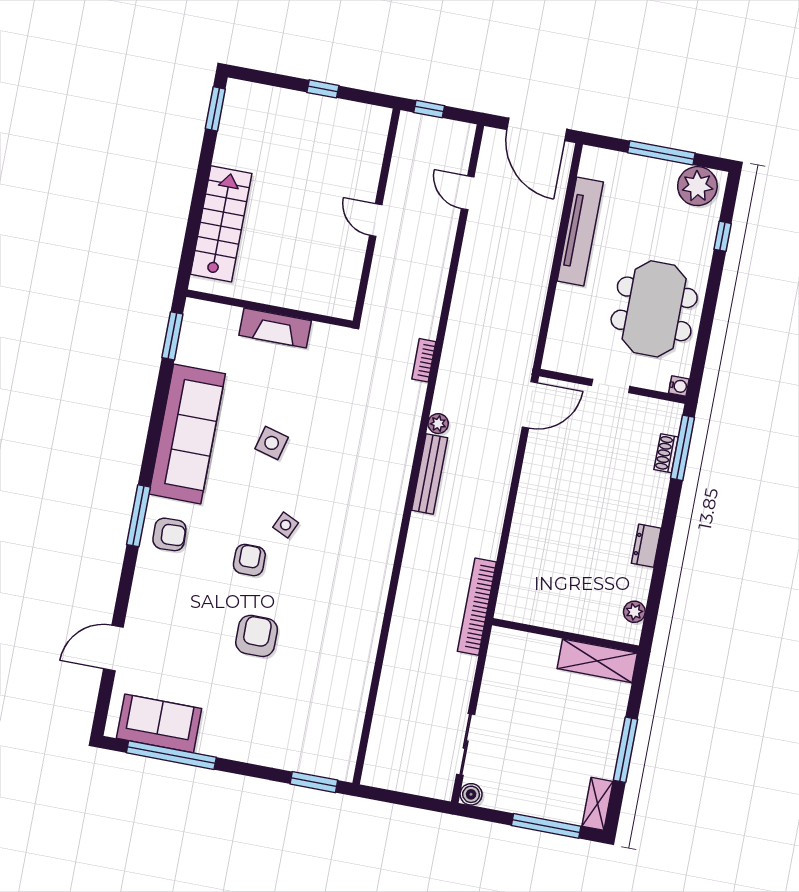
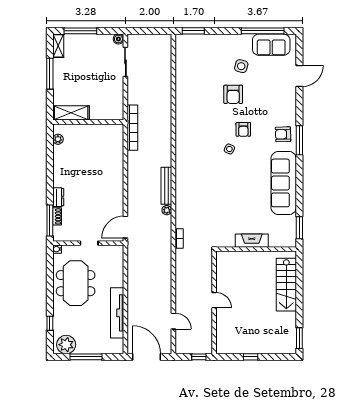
side table: (272, 443) -> (241, 66), moved
dresser: (646, 546) -> (58, 197), moved

